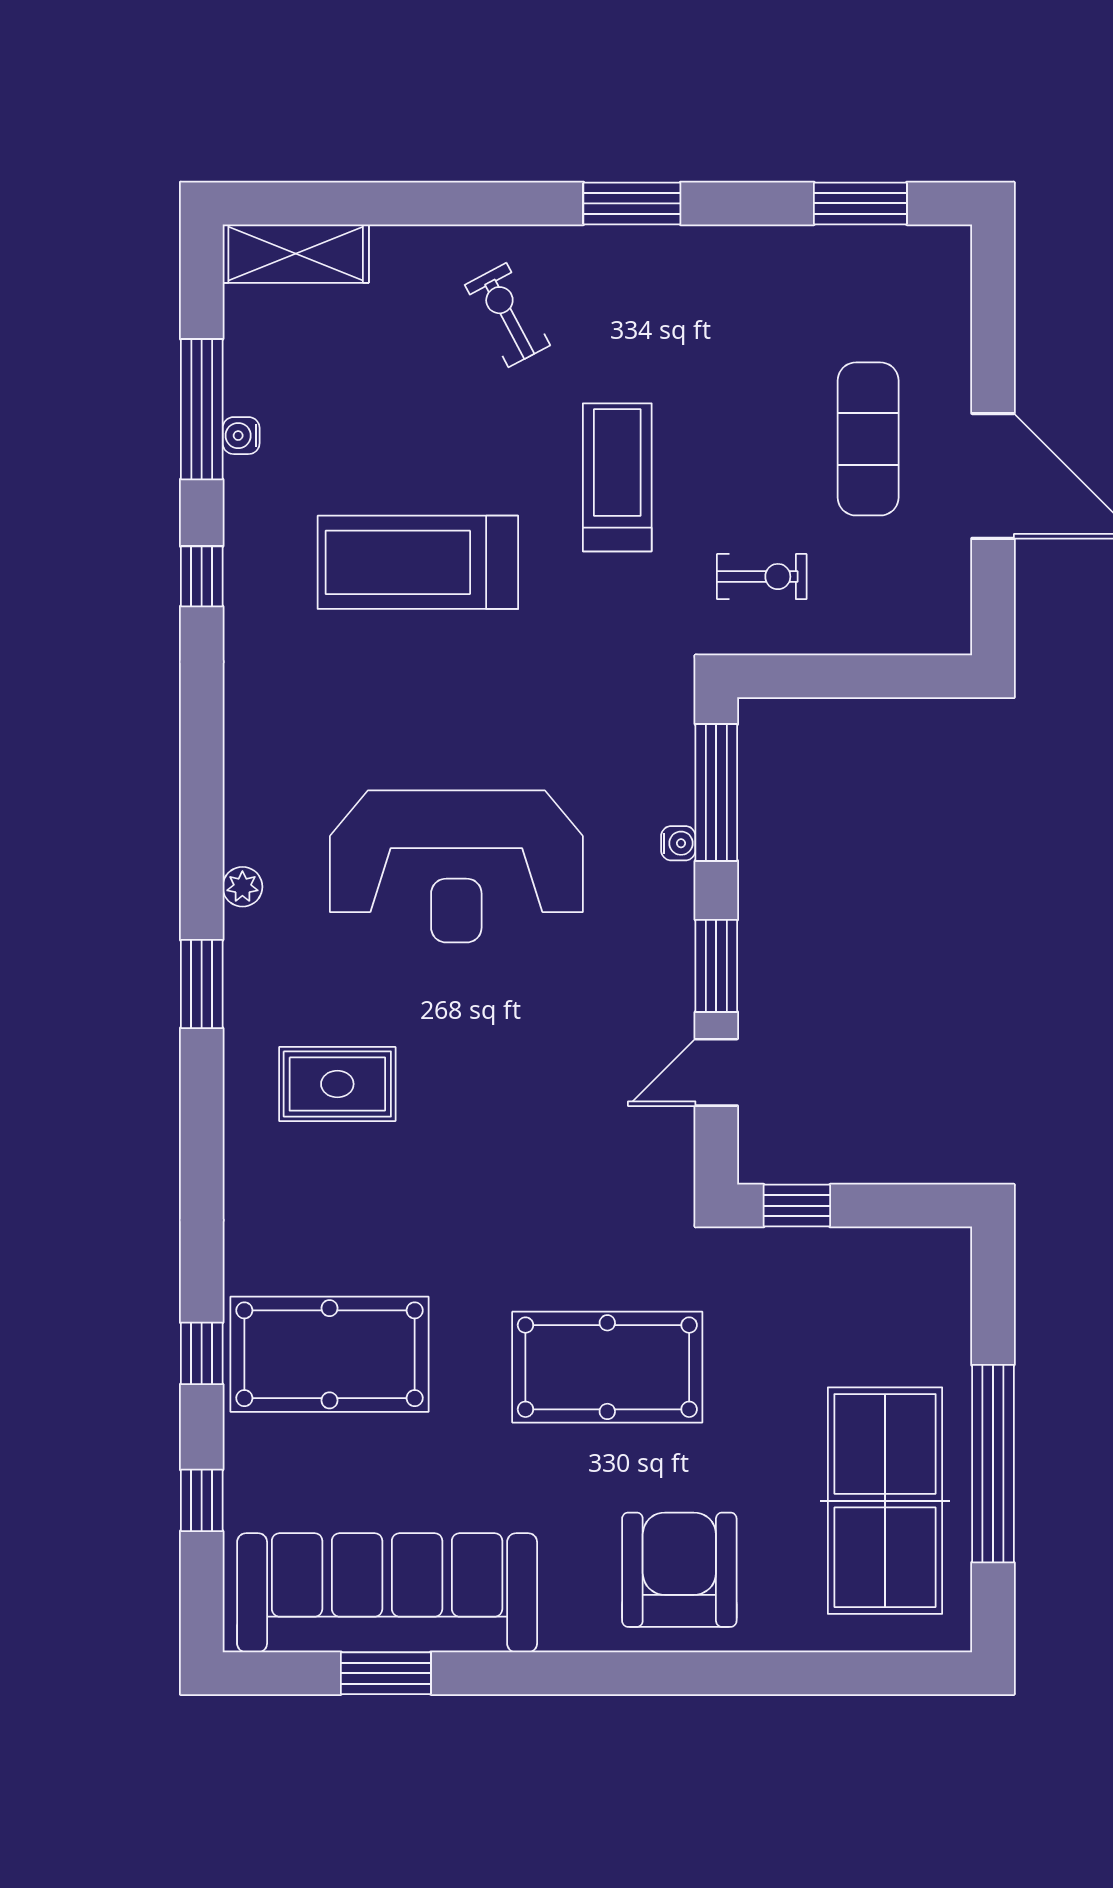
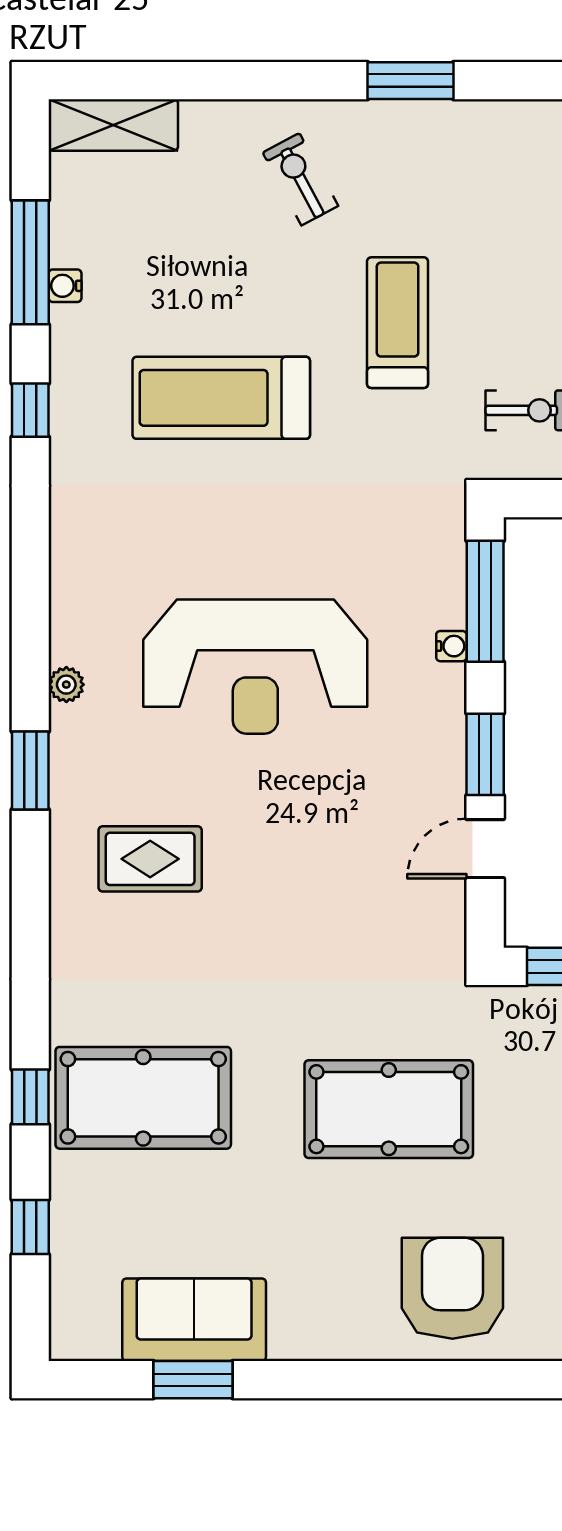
sofa: (387, 1593) -> (194, 1320), width x0.54, depth x0.79

